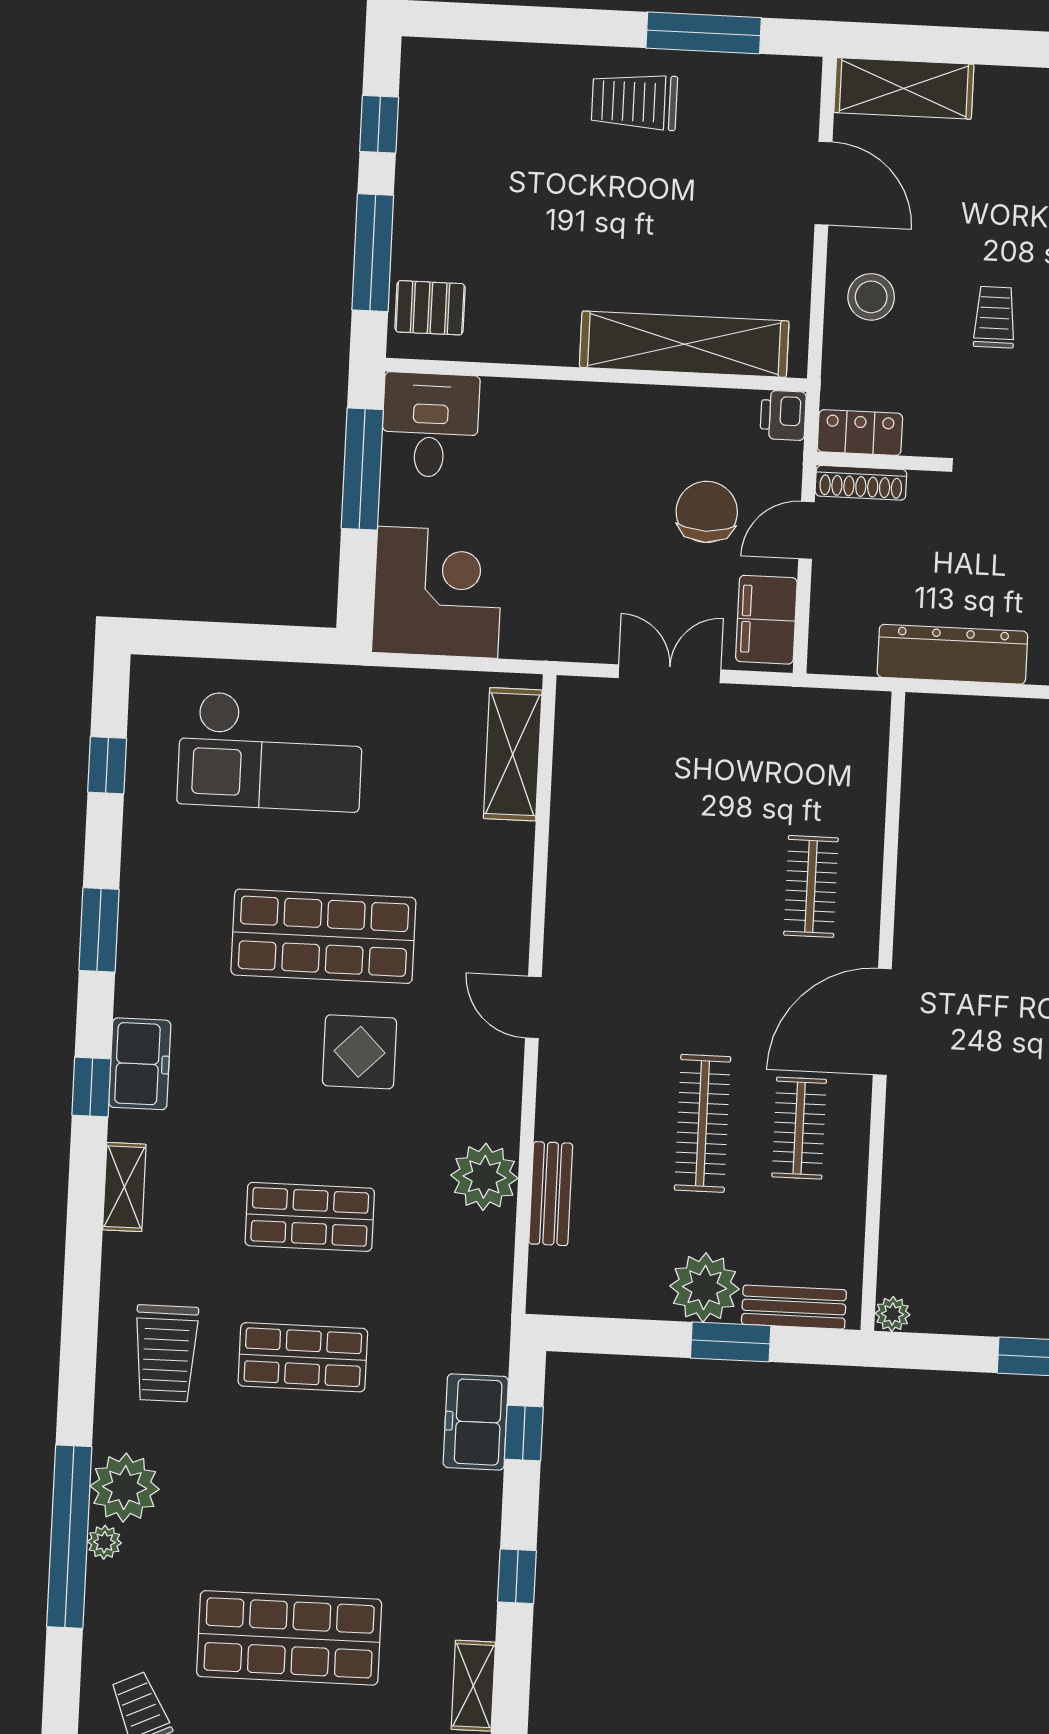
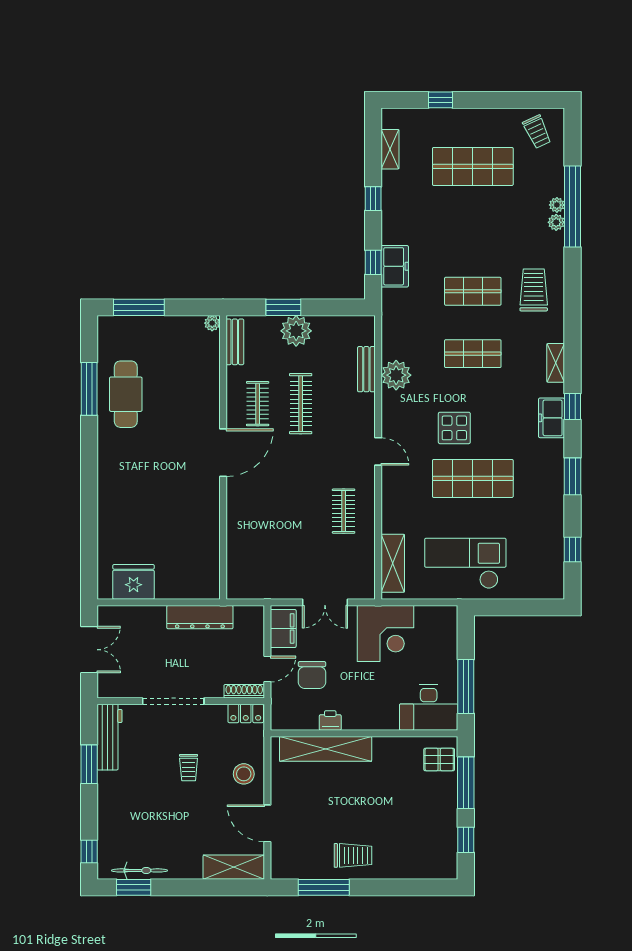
printer: (783, 415) -> (330, 720), moved, turned -90
desk: (430, 425) -> (429, 707), width x1.37
corner desk: (438, 592) -> (386, 634), moved, turned -90
checkout: (270, 751) -> (465, 563), moved
clothes rail: (811, 886) -> (344, 511), moved
bench: (794, 1307) -> (235, 342), moved, turned 90
plant: (125, 1488) -> (556, 222), width x0.53, depth x0.53

